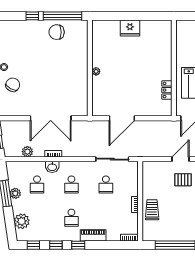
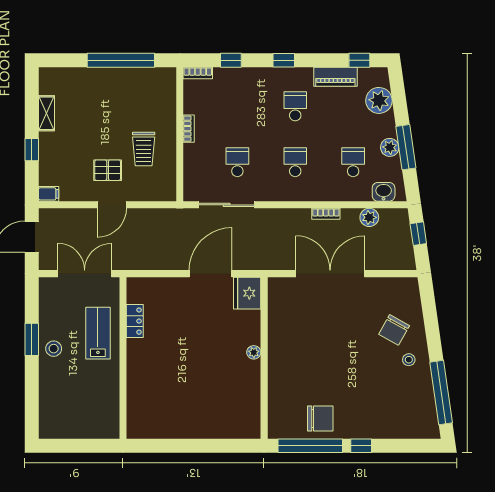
fridge: (130, 28) -> (247, 293), moved, turned -90
washbasin: (52, 167) -> (384, 192), moved
trolley: (152, 210) -> (144, 149), moved
piano: (93, 235) -> (335, 77), moved
window: (56, 245) -> (231, 60), moved

